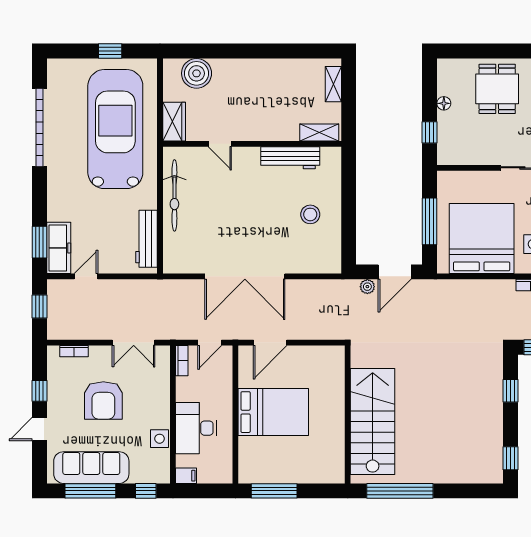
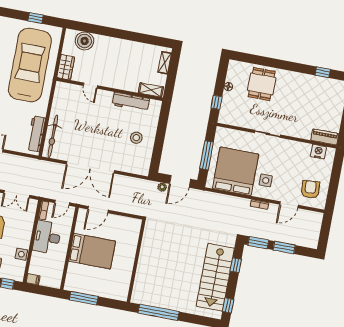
bicycle: (174, 195) -> (53, 136), moved
stairs: (373, 421) -> (215, 277), moved, turned 180
desk: (196, 428) -> (47, 237), moved

